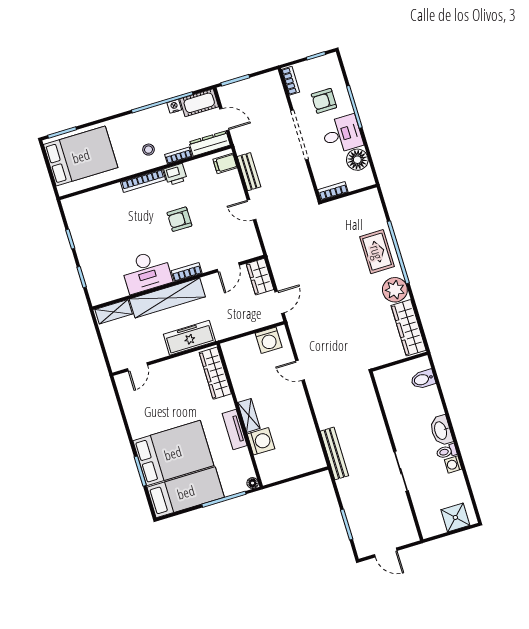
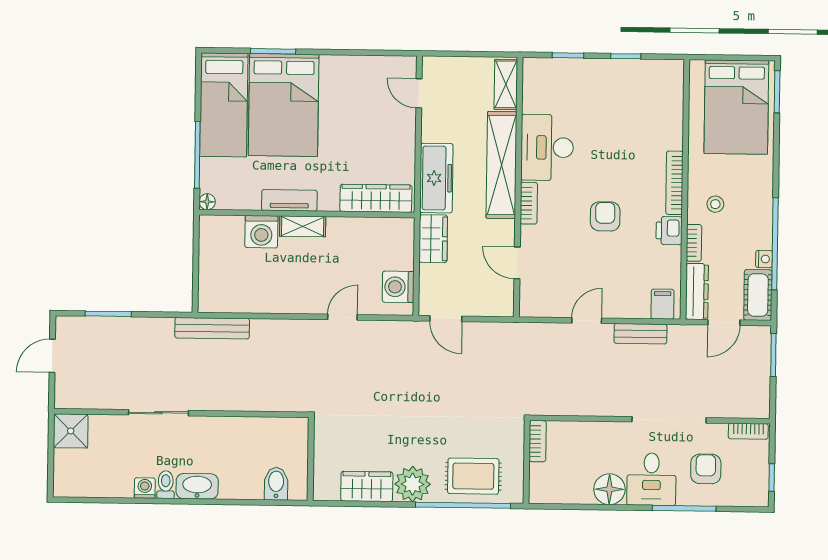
bookcase: (333, 191) -> (538, 441), moved
wall: (349, 194) -> (527, 462), moved
wardrobe: (260, 277) -> (433, 239), moved, turned 90
wardrobe: (409, 328) -> (367, 486), width x0.67
shower: (455, 517) -> (71, 431), moved

